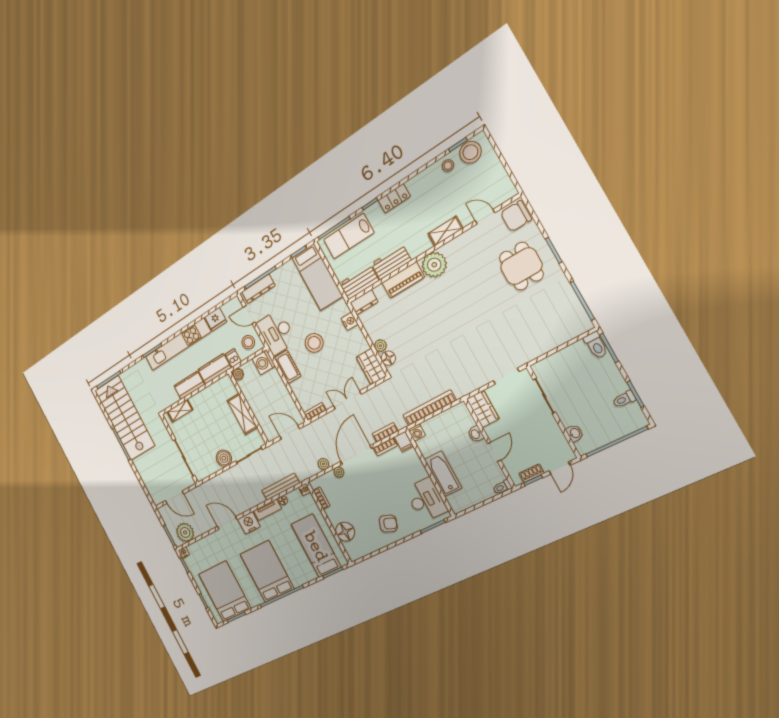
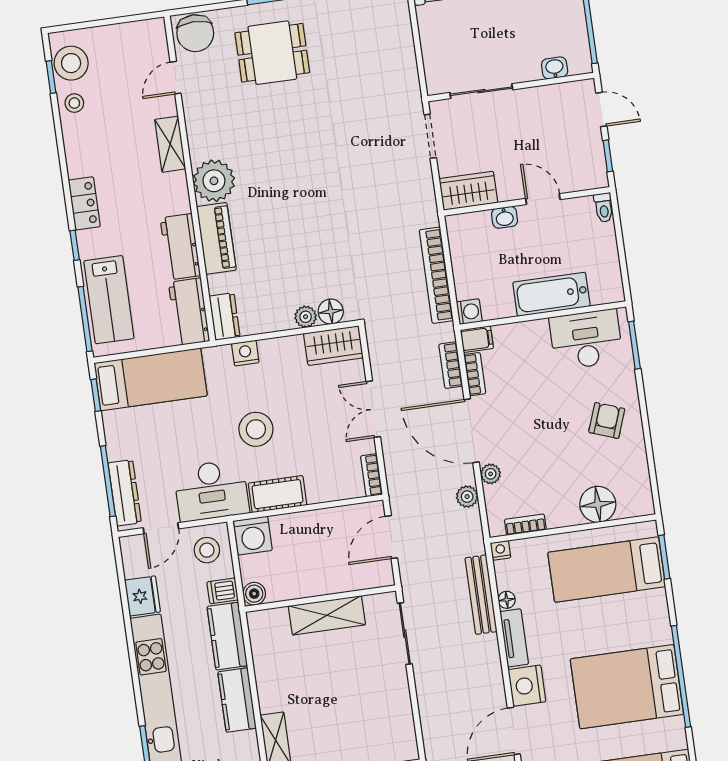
boiler: (224, 458) -> (393, 686), removed
shoe rack: (532, 473) -> (596, 154), removed

